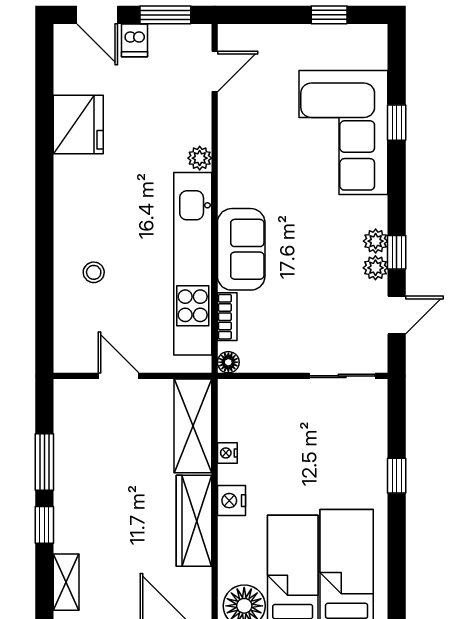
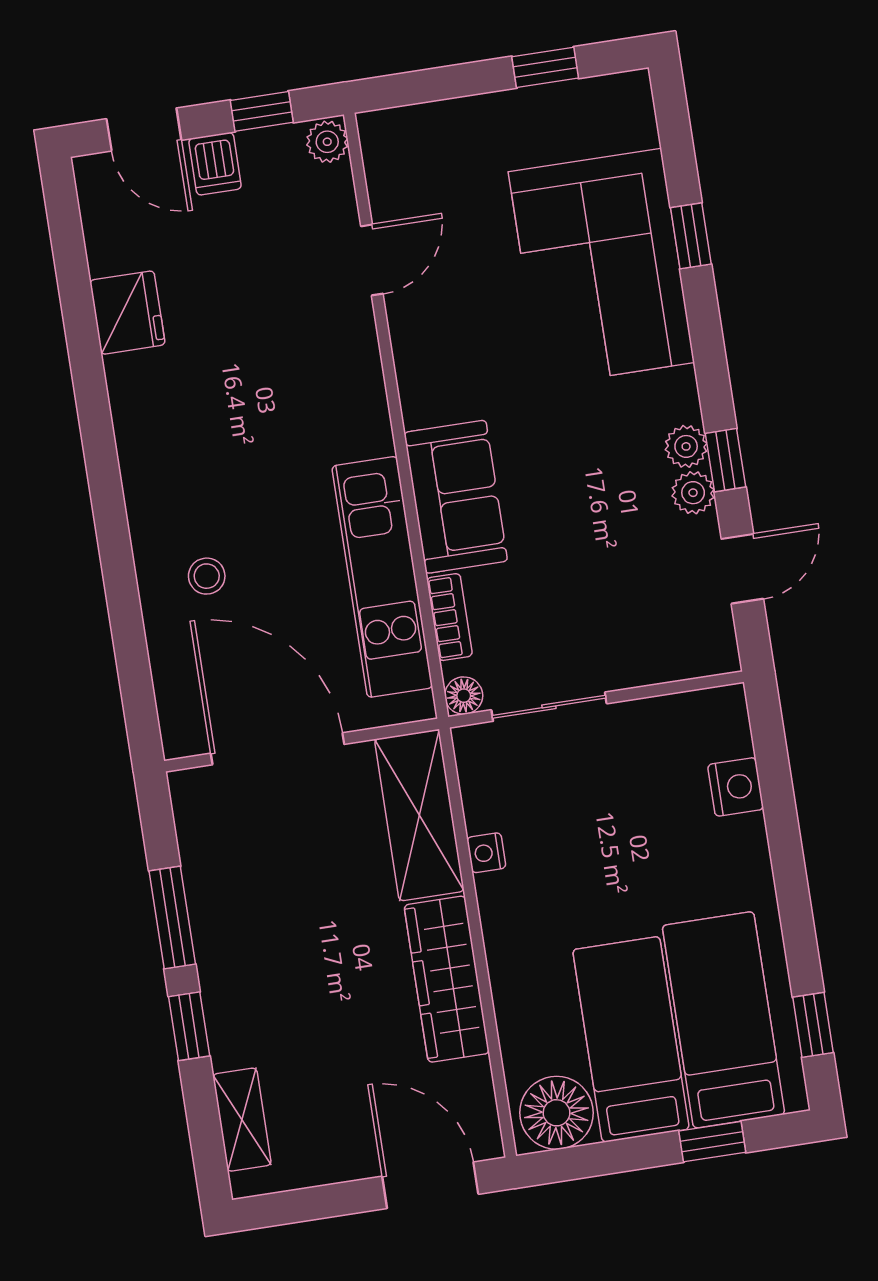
window: (165, 15) -> (262, 111), width x0.67
door: (215, 71) -> (372, 260), moved
fridge: (78, 124) -> (127, 313), width x0.73, depth x0.75
plant: (200, 158) -> (327, 142), moved
kitchen unit: (193, 264) -> (382, 577), width x0.73
door: (119, 376) -> (278, 749), width x1.87
sliding door: (342, 376) -> (549, 707), moved
window: (397, 476) -> (813, 1025), moved
nightstand: (231, 501) -> (736, 787), moved, turned 180

